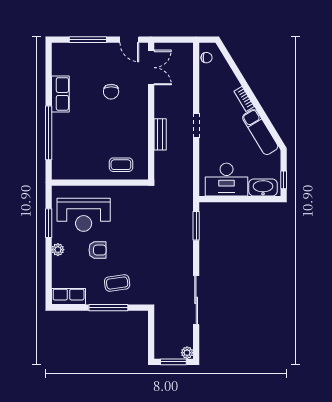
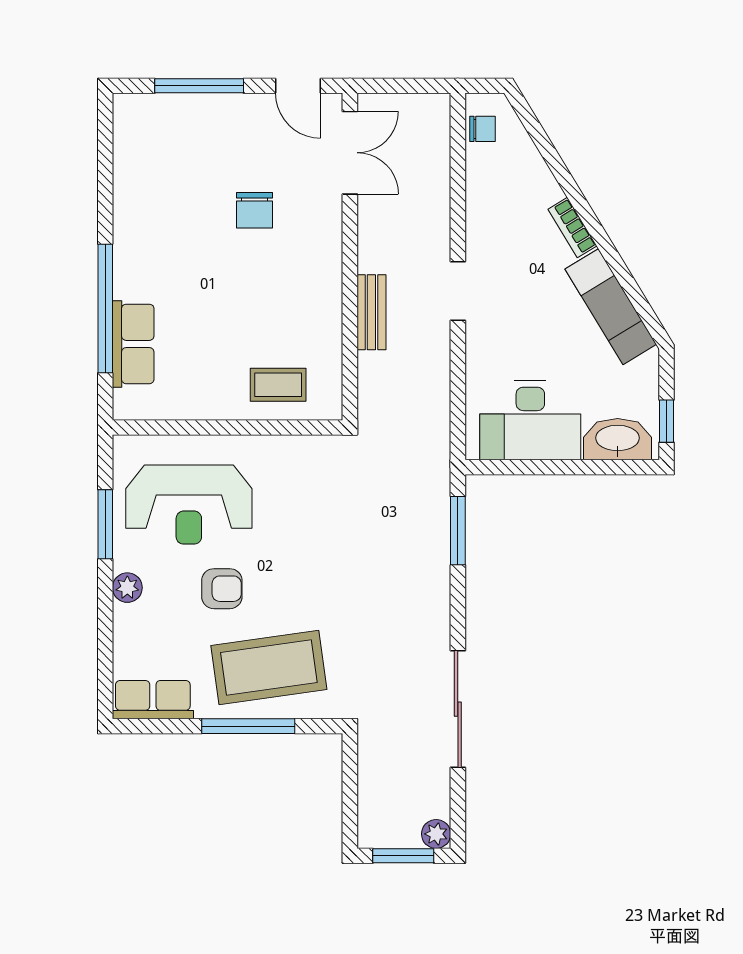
row of seats: (60, 94) -> (133, 344), moved
coffee table: (117, 283) -> (269, 667), width x1.86, depth x1.72

